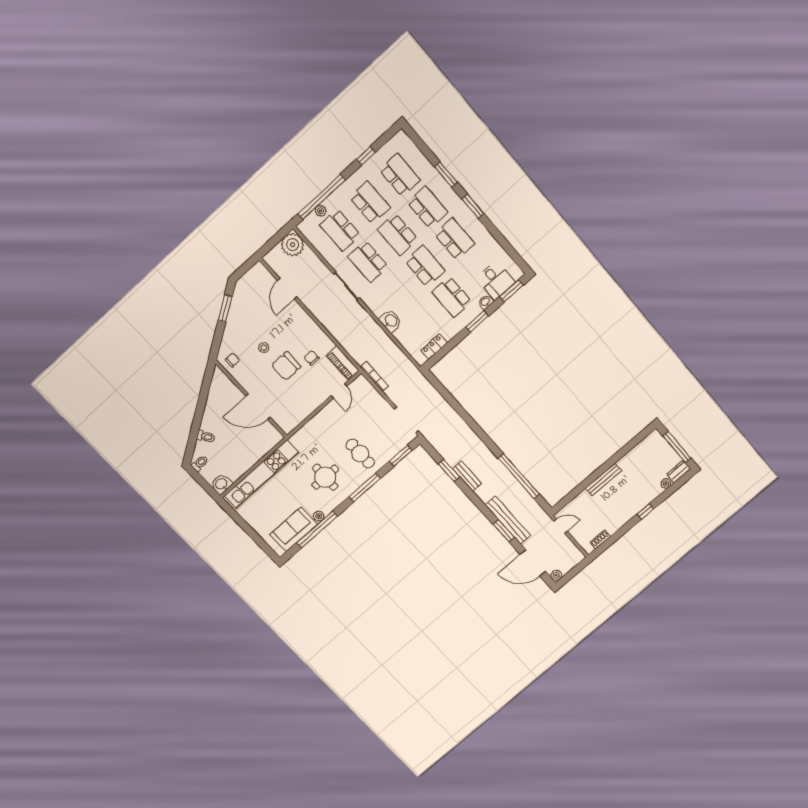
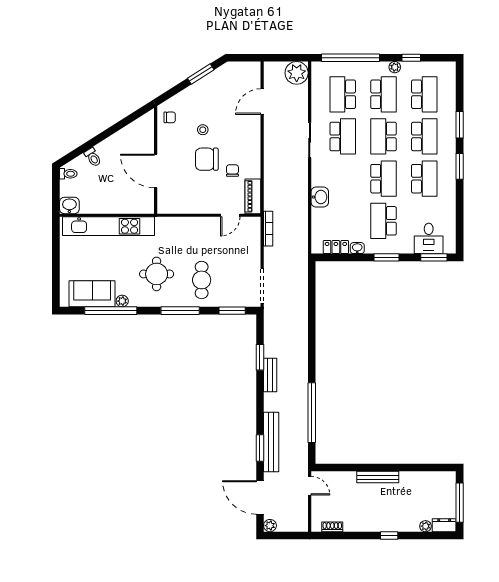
plant: (321, 211) -> (395, 67), moved
school desk: (368, 262) -> (343, 136), turned 180
washbasin: (486, 302) -> (357, 248), moved

